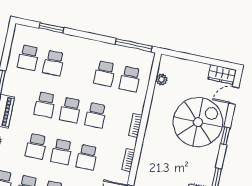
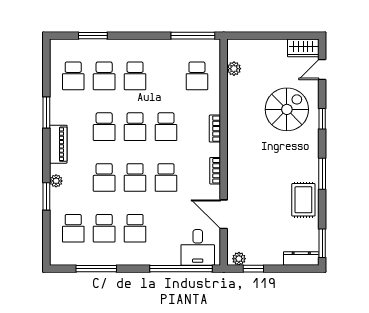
school desk: (105, 74) -> (135, 76), moved
spiral stairs: (198, 122) -> (287, 109), width x0.73, depth x0.73

